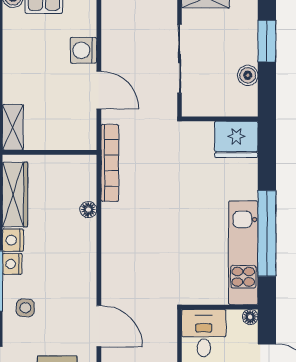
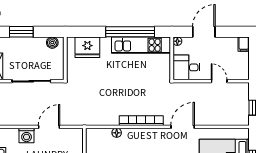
boiler: (248, 75) -> (52, 43), moved
fridge: (236, 139) -> (87, 47), moved, turned 90
bookcase: (110, 163) -> (141, 121), moved

